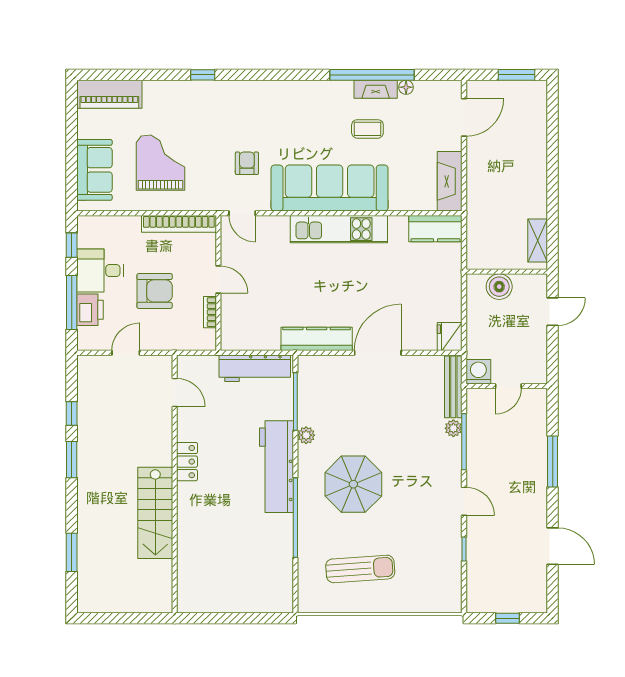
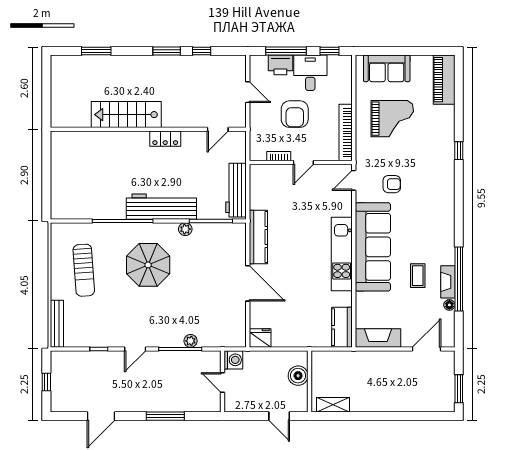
door: (464, 117) -> (426, 349), swing flipped
bench: (453, 387) -> (57, 324), moved, turned 90

